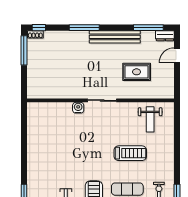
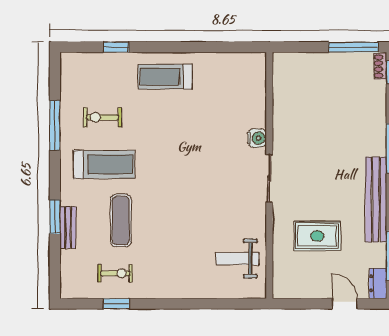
rug: (137, 72) -> (317, 236), turned 90
treadmill: (130, 153) -> (165, 77), moved, turned 90

